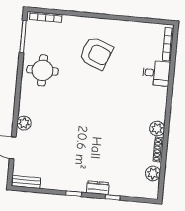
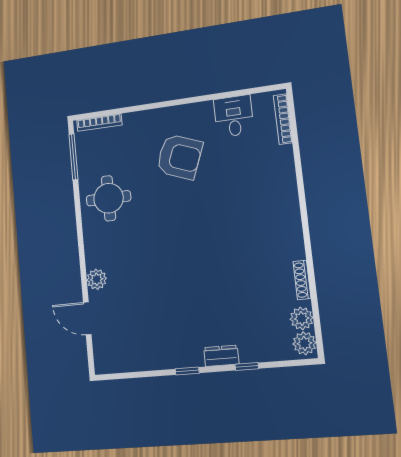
desk: (156, 73) -> (234, 116), moved, turned -90
plant: (157, 129) -> (304, 343), moved
bench: (26, 182) -> (115, 365), removed

